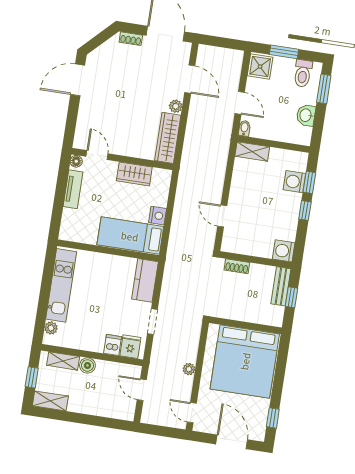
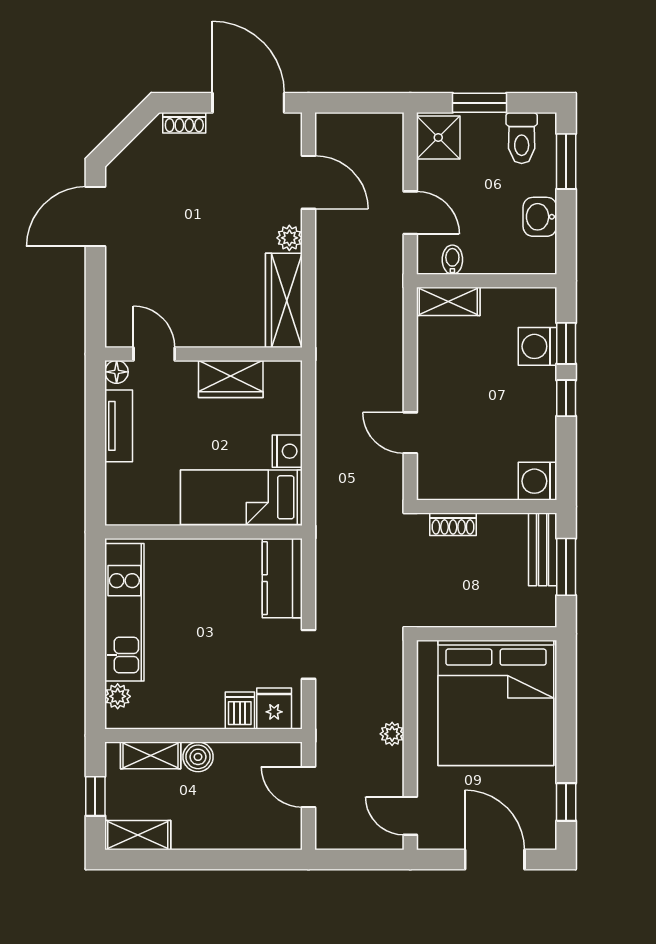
bidet: (244, 128) -> (452, 260), moved
window: (292, 297) -> (566, 567), width x1.50

